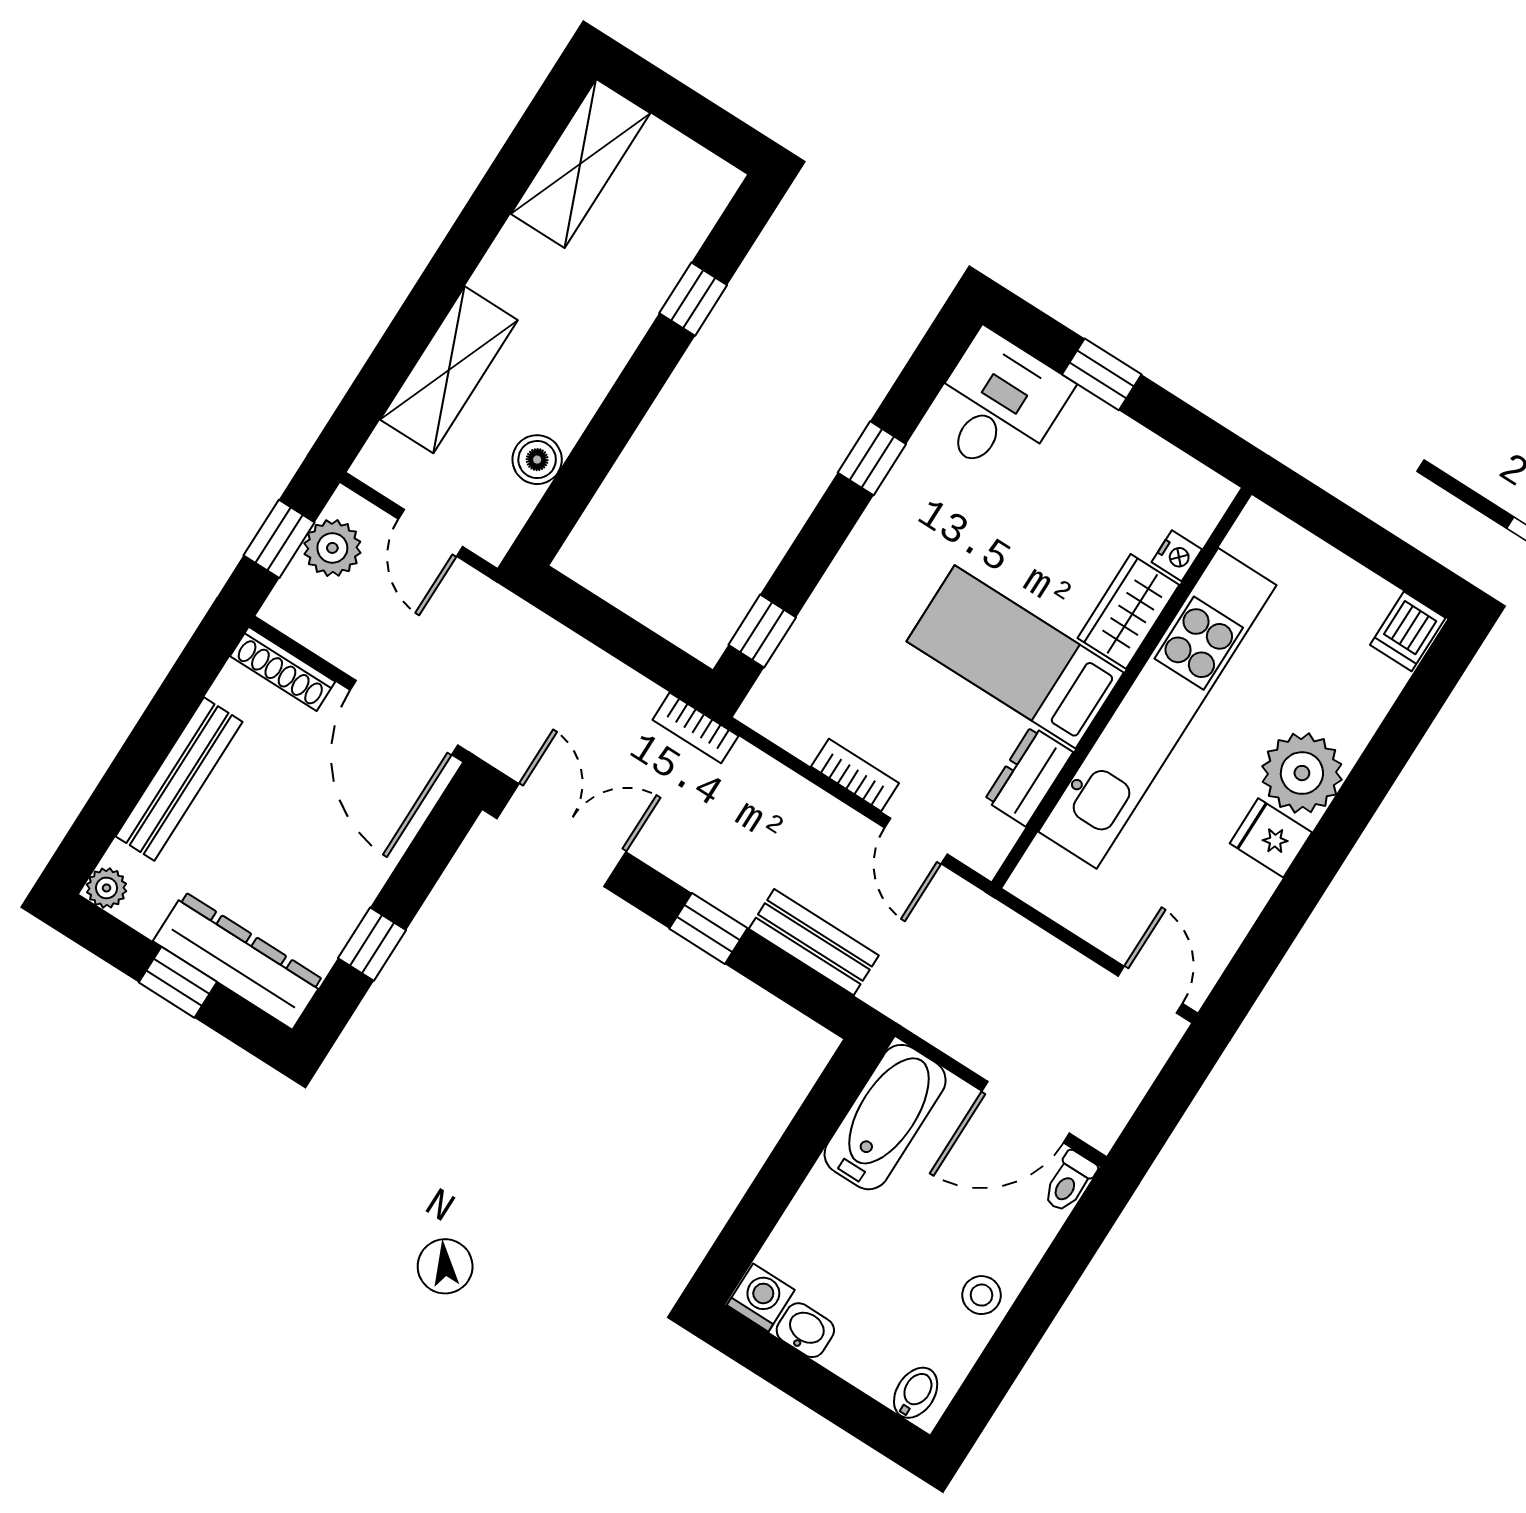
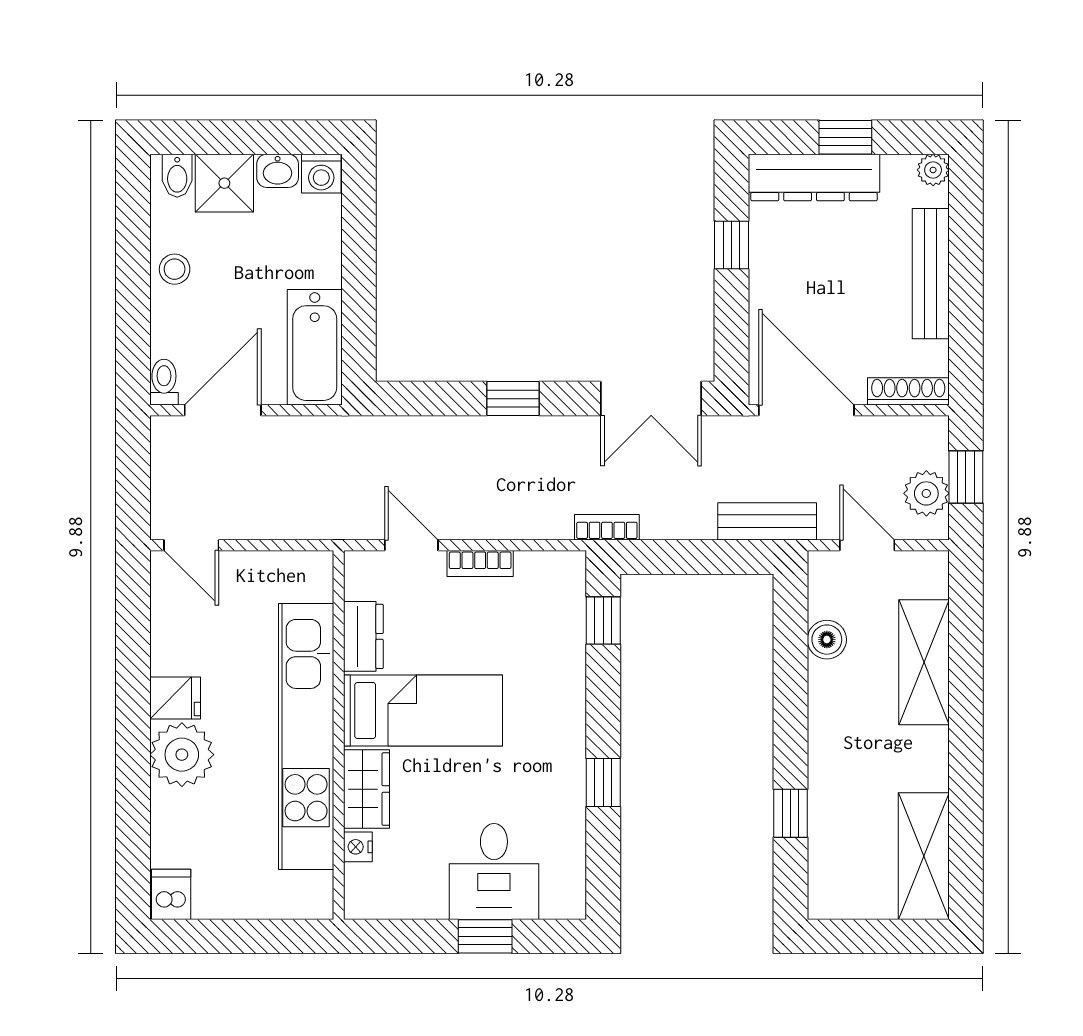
desk: (997, 405) -> (494, 871), moved
bench: (814, 942) -> (767, 521), moved
shower: (870, 1353) -> (224, 183), added

